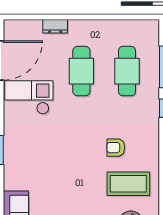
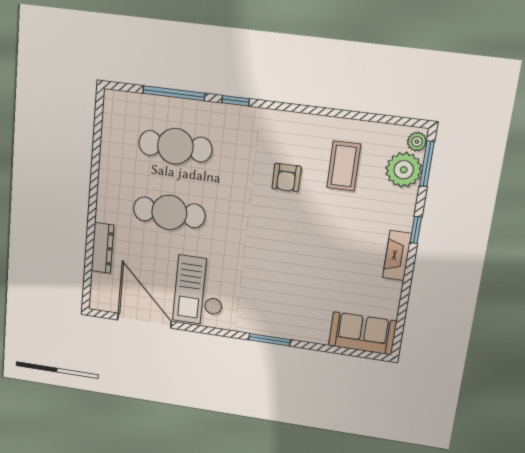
dresser: (55, 26) -> (102, 248), width x1.44
coffee table: (128, 184) -> (344, 166), width x0.73, depth x0.76

